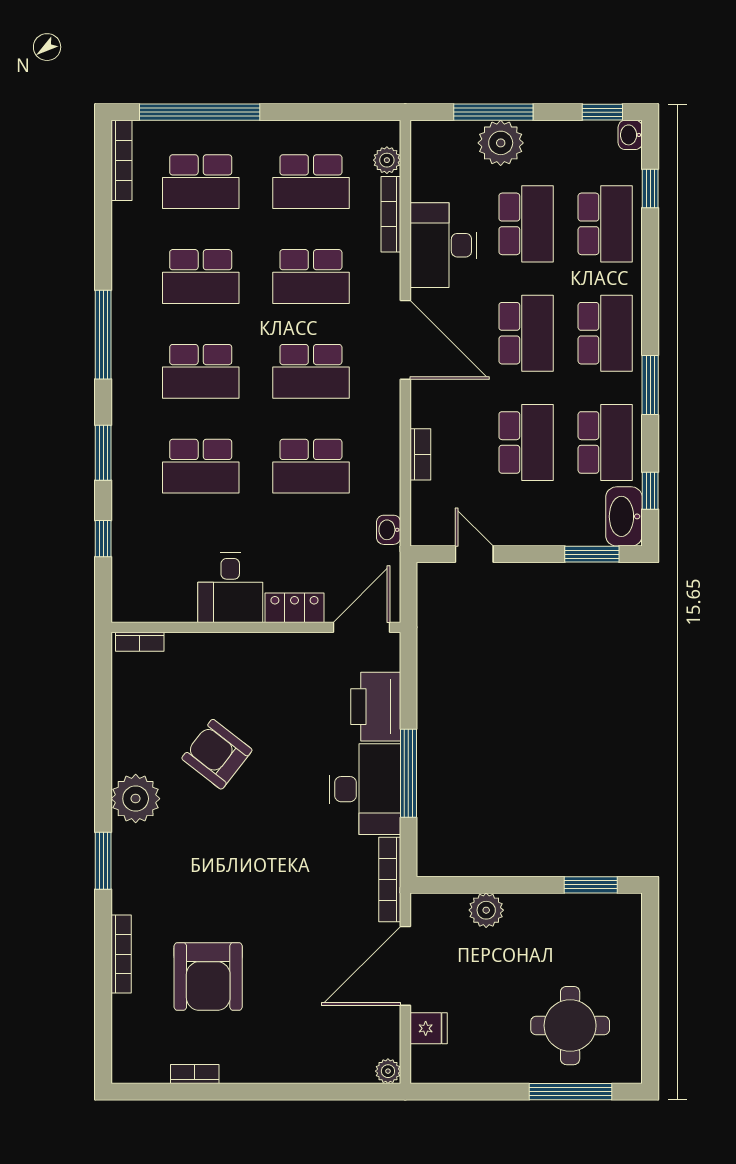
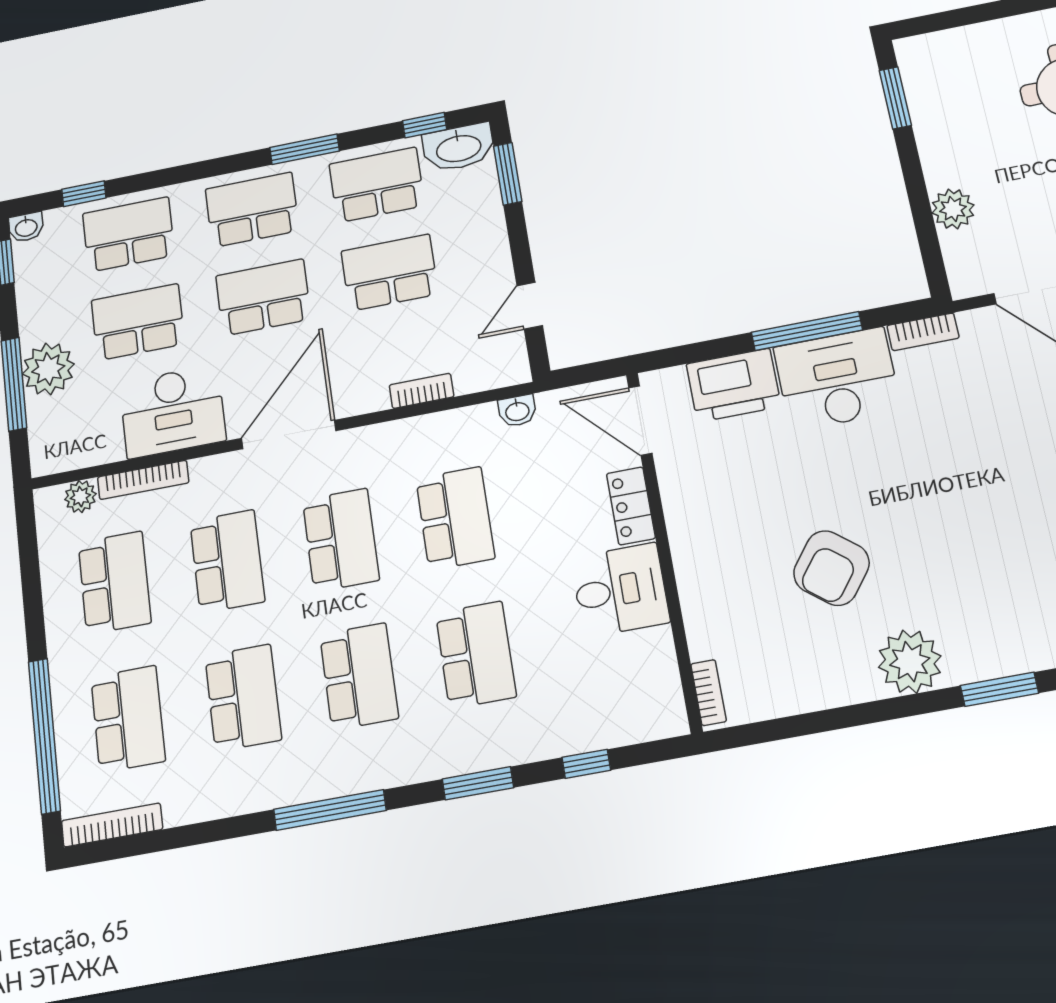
bookcase: (390, 880) -> (923, 332), width x0.64

